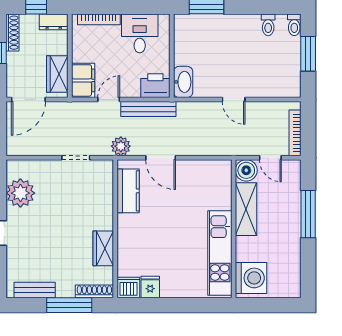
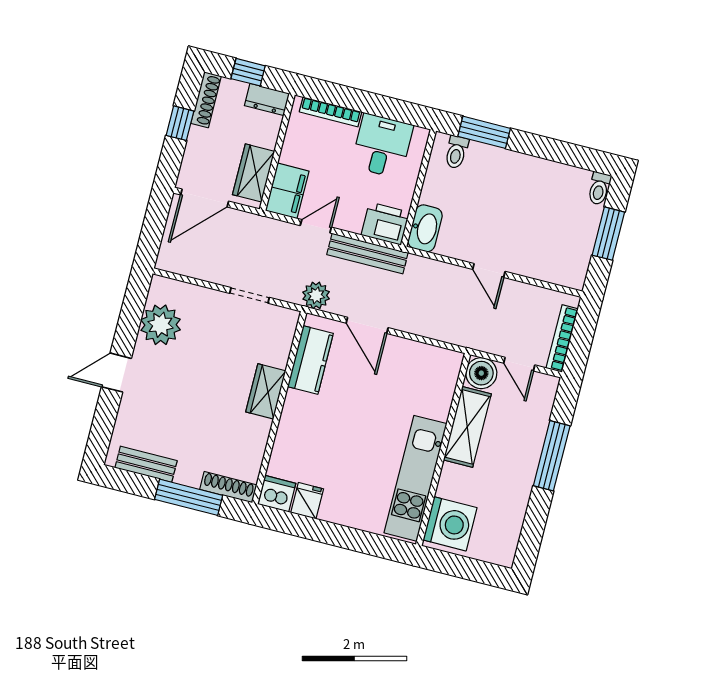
toilet: (268, 25) -> (456, 152), moved
wardrobe: (103, 248) -> (266, 391), moved

